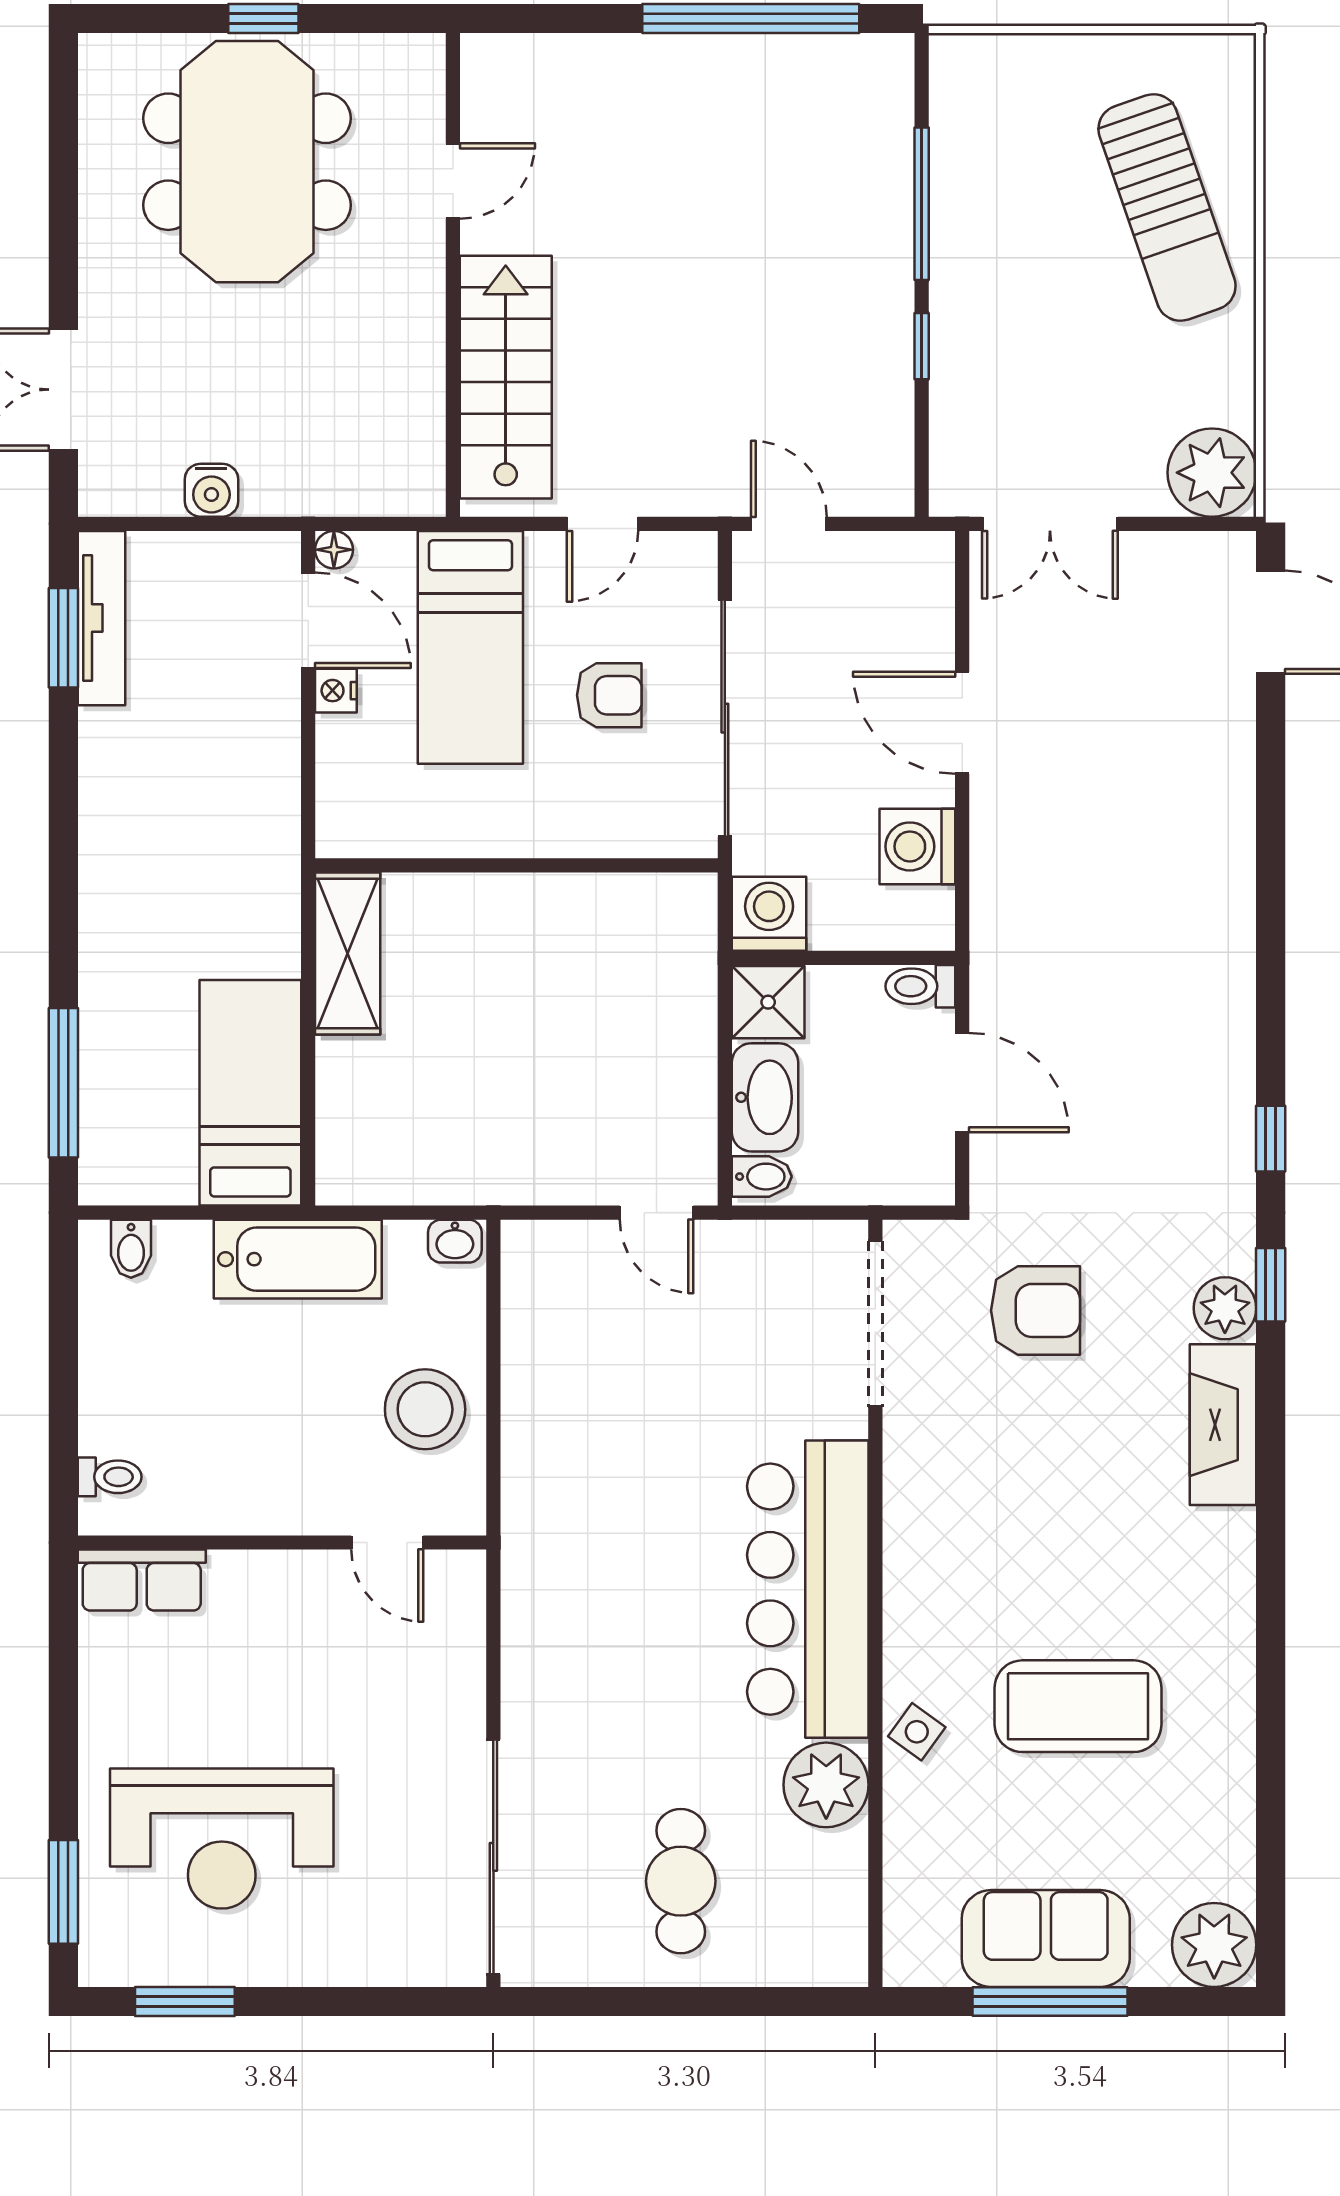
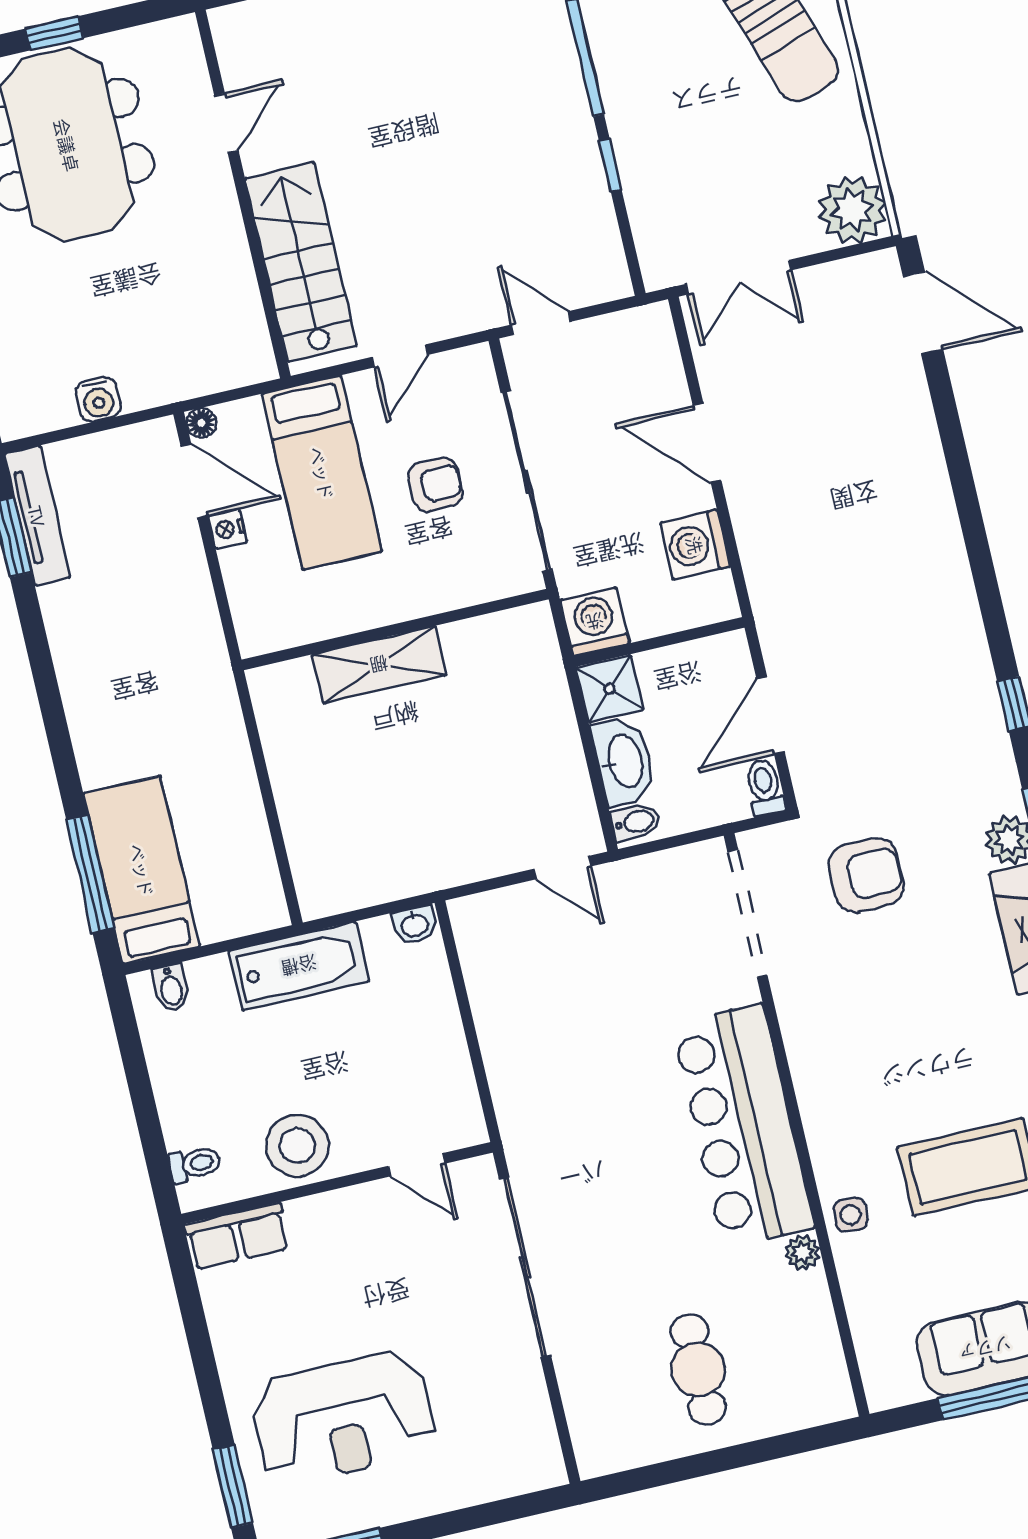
shelving: (348, 953) -> (379, 665), moved, turned 90
toilet: (920, 986) -> (765, 787), moved, turned 90
door: (962, 1083) -> (771, 715), swing flipped
bed: (250, 1093) -> (142, 870), moved
stool: (425, 1409) -> (297, 1146), moved
side table: (917, 1732) -> (851, 1215), turned -30
plant: (826, 1785) -> (803, 1252), width x0.53, depth x0.53
sliding door: (493, 1857) -> (525, 1267), moved

